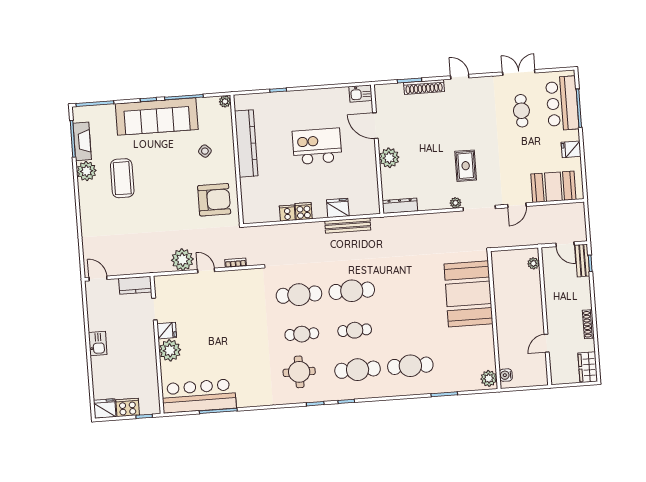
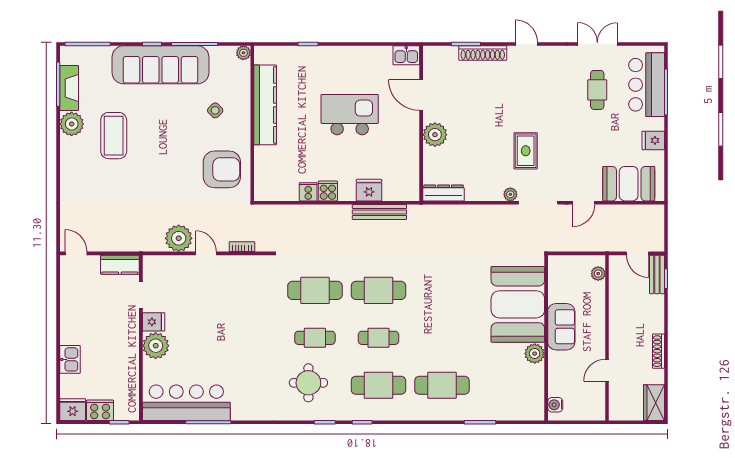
sofa: (506, 310) -> (561, 327), added
kitchen sink: (98, 344) -> (70, 359), moved
plant: (489, 378) -> (535, 354), moved

